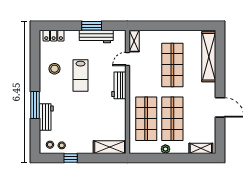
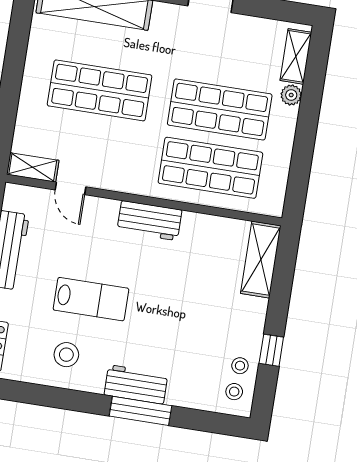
workbench: (119, 85) -> (149, 221), moved
workbench: (46, 117) -> (136, 384), moved
plant: (165, 149) -> (291, 95), moved

